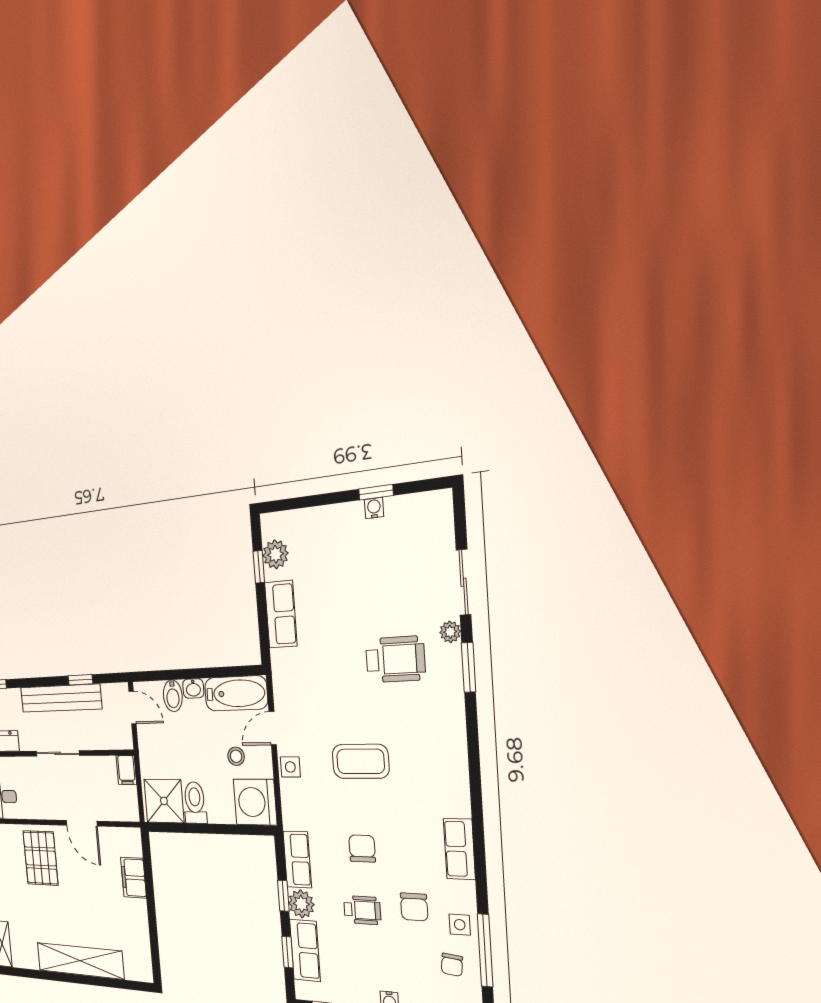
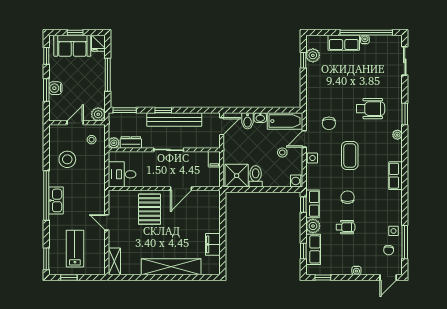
window: (376, 492) -> (366, 33), width x3.17
sliding door: (464, 582) -> (405, 61), moved
row of seats: (281, 614) -> (344, 43), moved, turned 90
plant: (450, 632) -> (397, 135), moved
window: (80, 680) -> (163, 110), moved
door: (133, 708) -> (222, 126), hinge flipped
coffee table: (361, 761) -> (350, 156), turned 90
washing machine: (255, 802) -> (297, 181), width x0.53, depth x0.53
door: (82, 823) -> (181, 189), hinge flipped
row of seats: (459, 849) -> (395, 176), moved
filing cabinet: (133, 878) -> (213, 244), moved
window: (283, 896) -> (303, 205), moved
chair: (414, 907) -> (329, 123), moved

